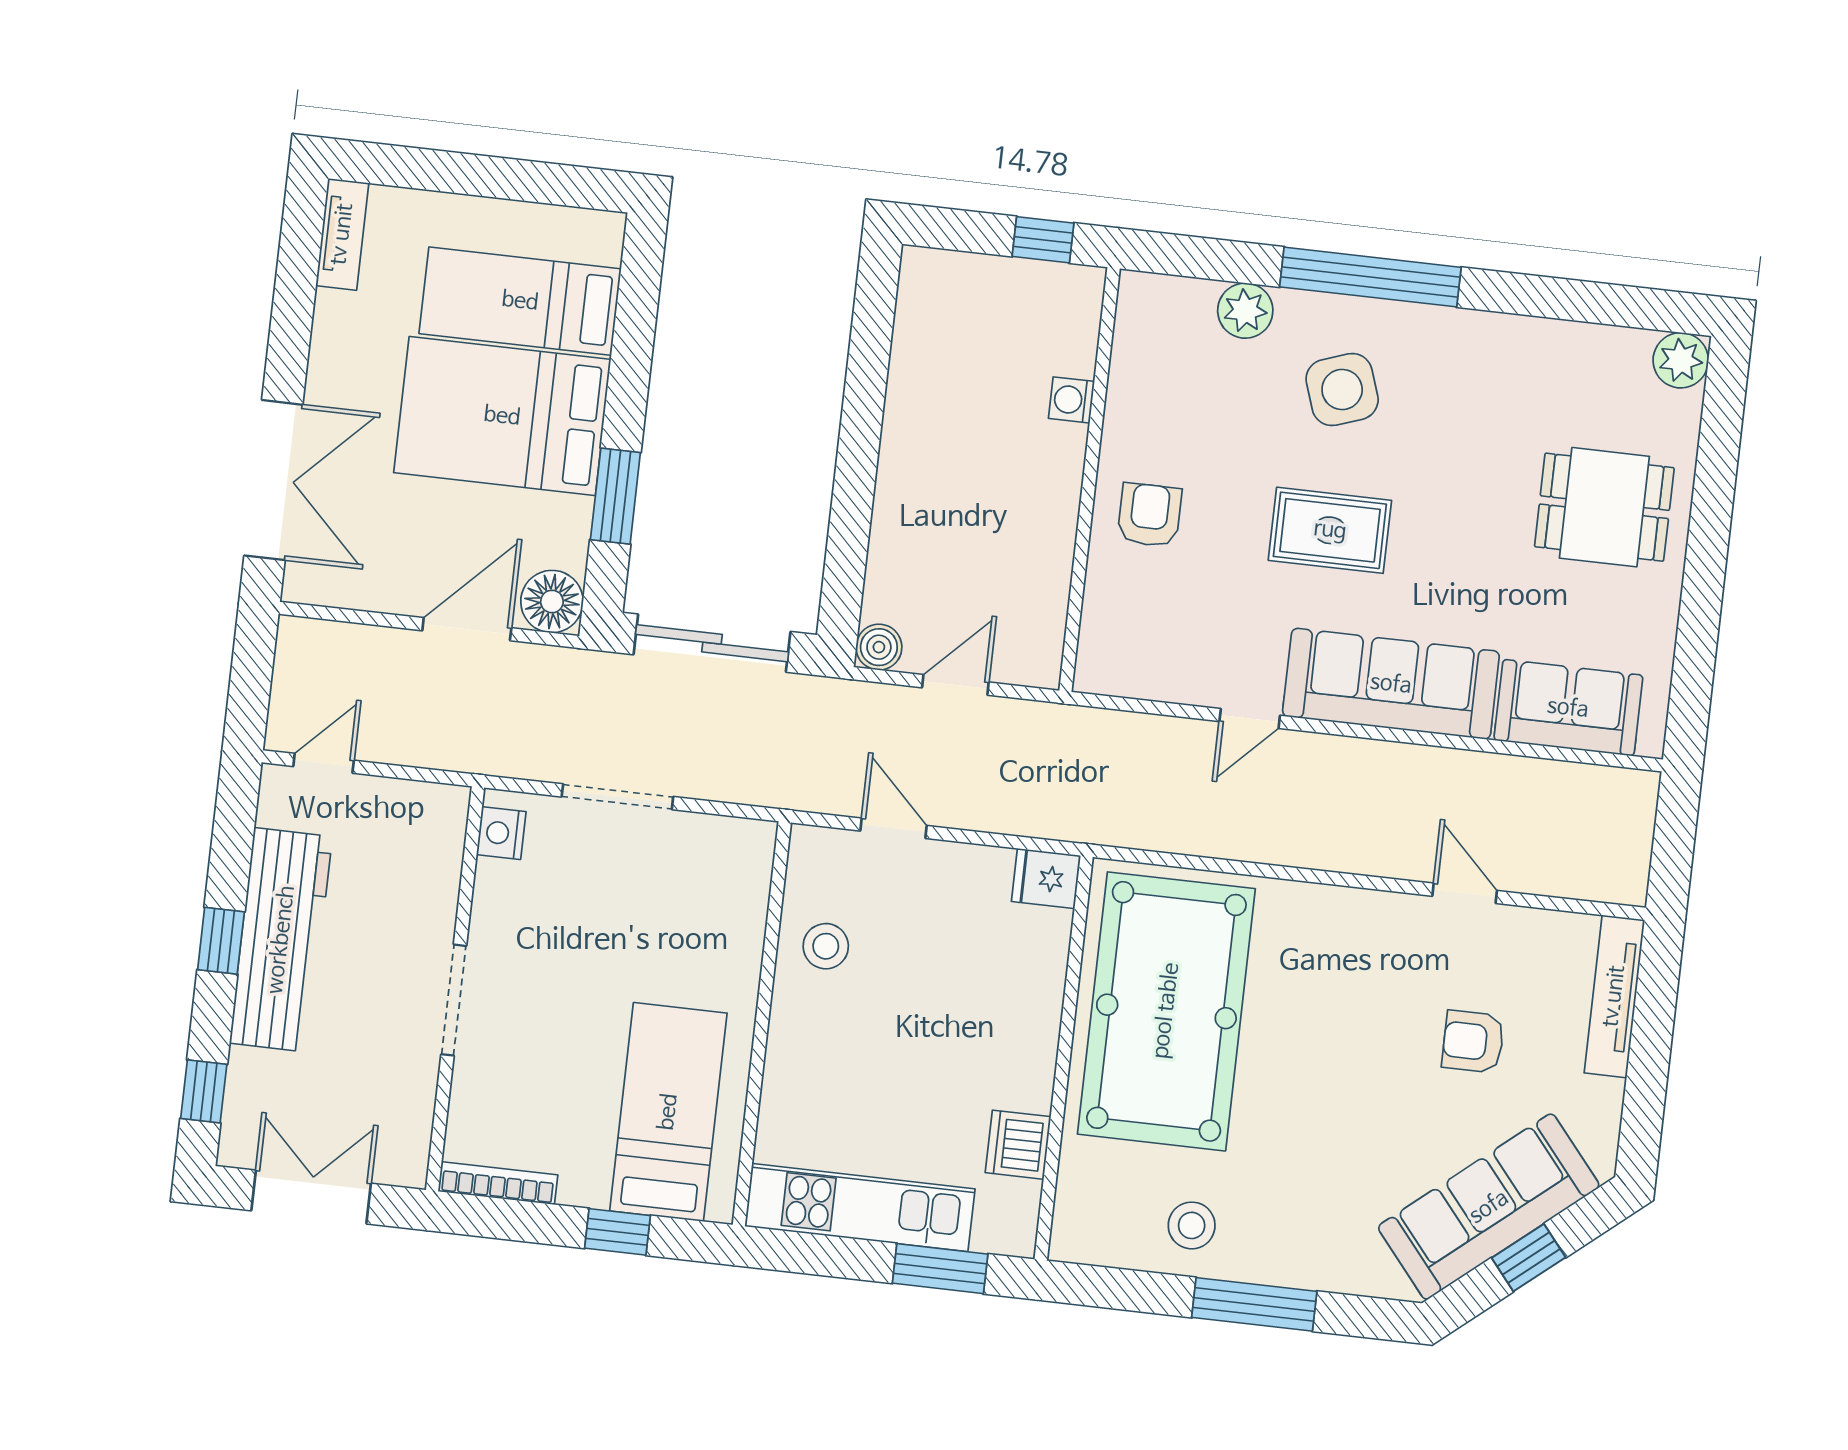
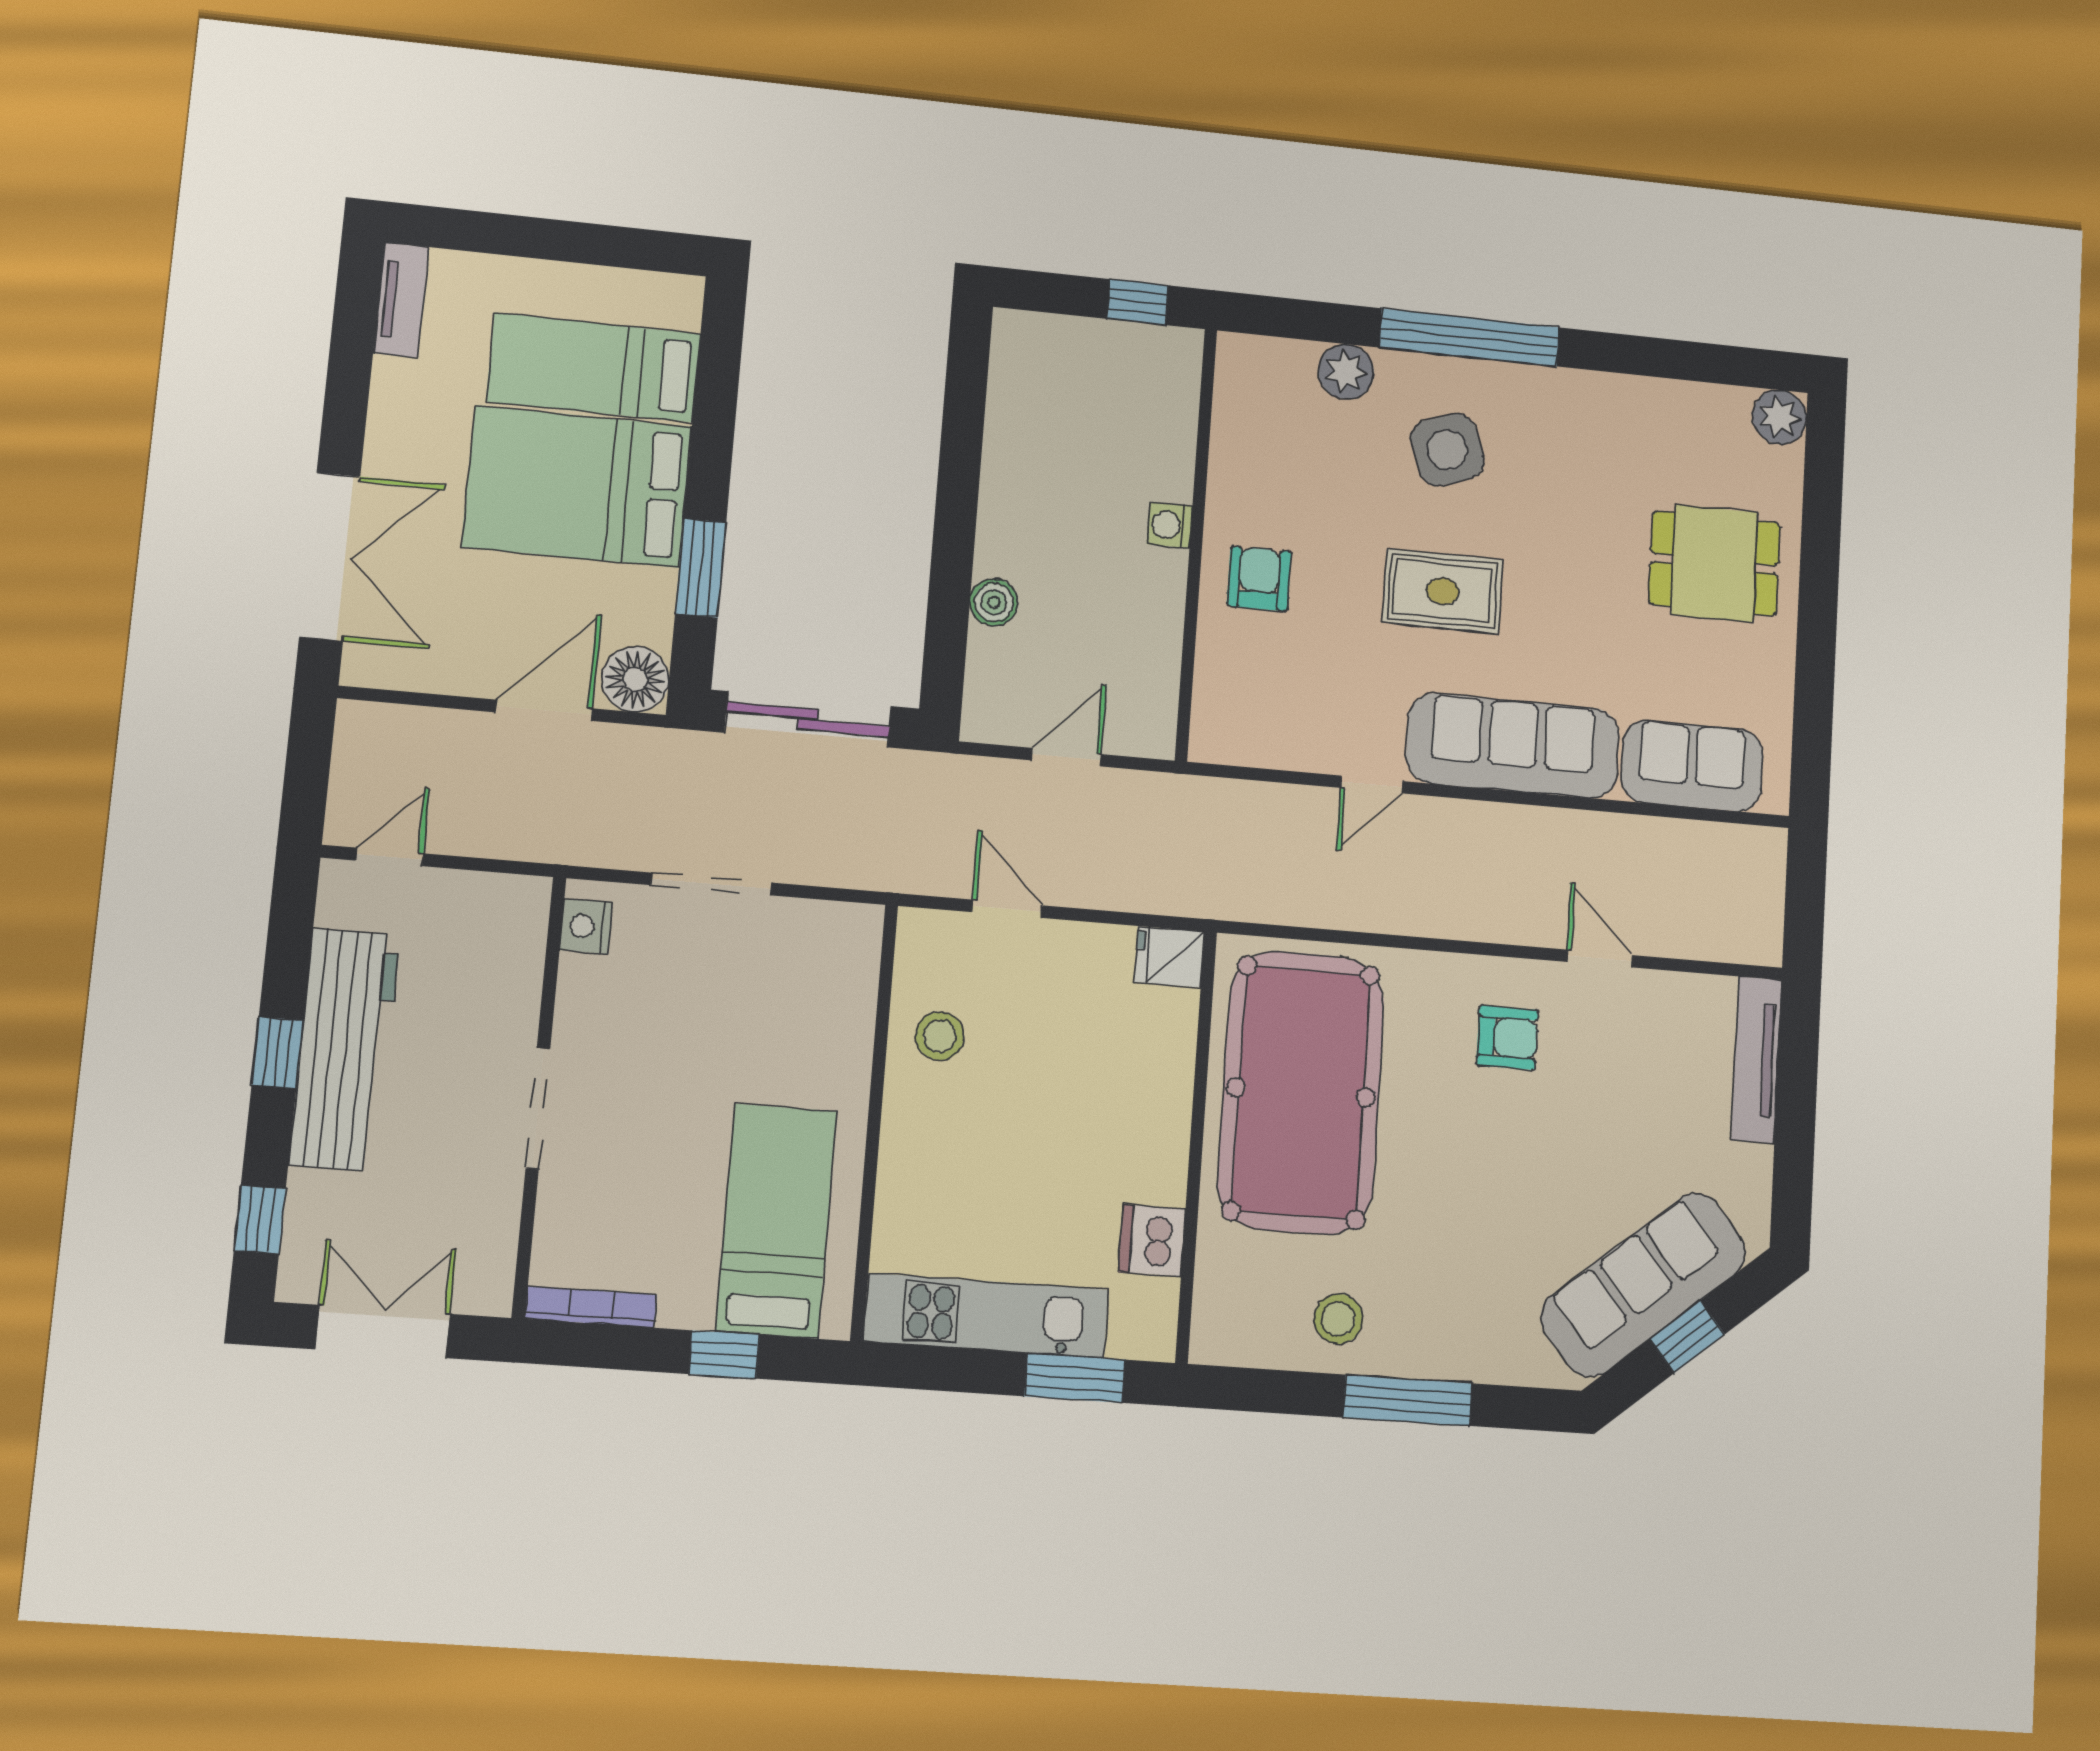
washing machine: (1071, 400) -> (1170, 525), moved
boiler: (879, 647) -> (994, 602), moved
armchair: (1473, 1042) -> (1507, 1038), moved, turned 180

